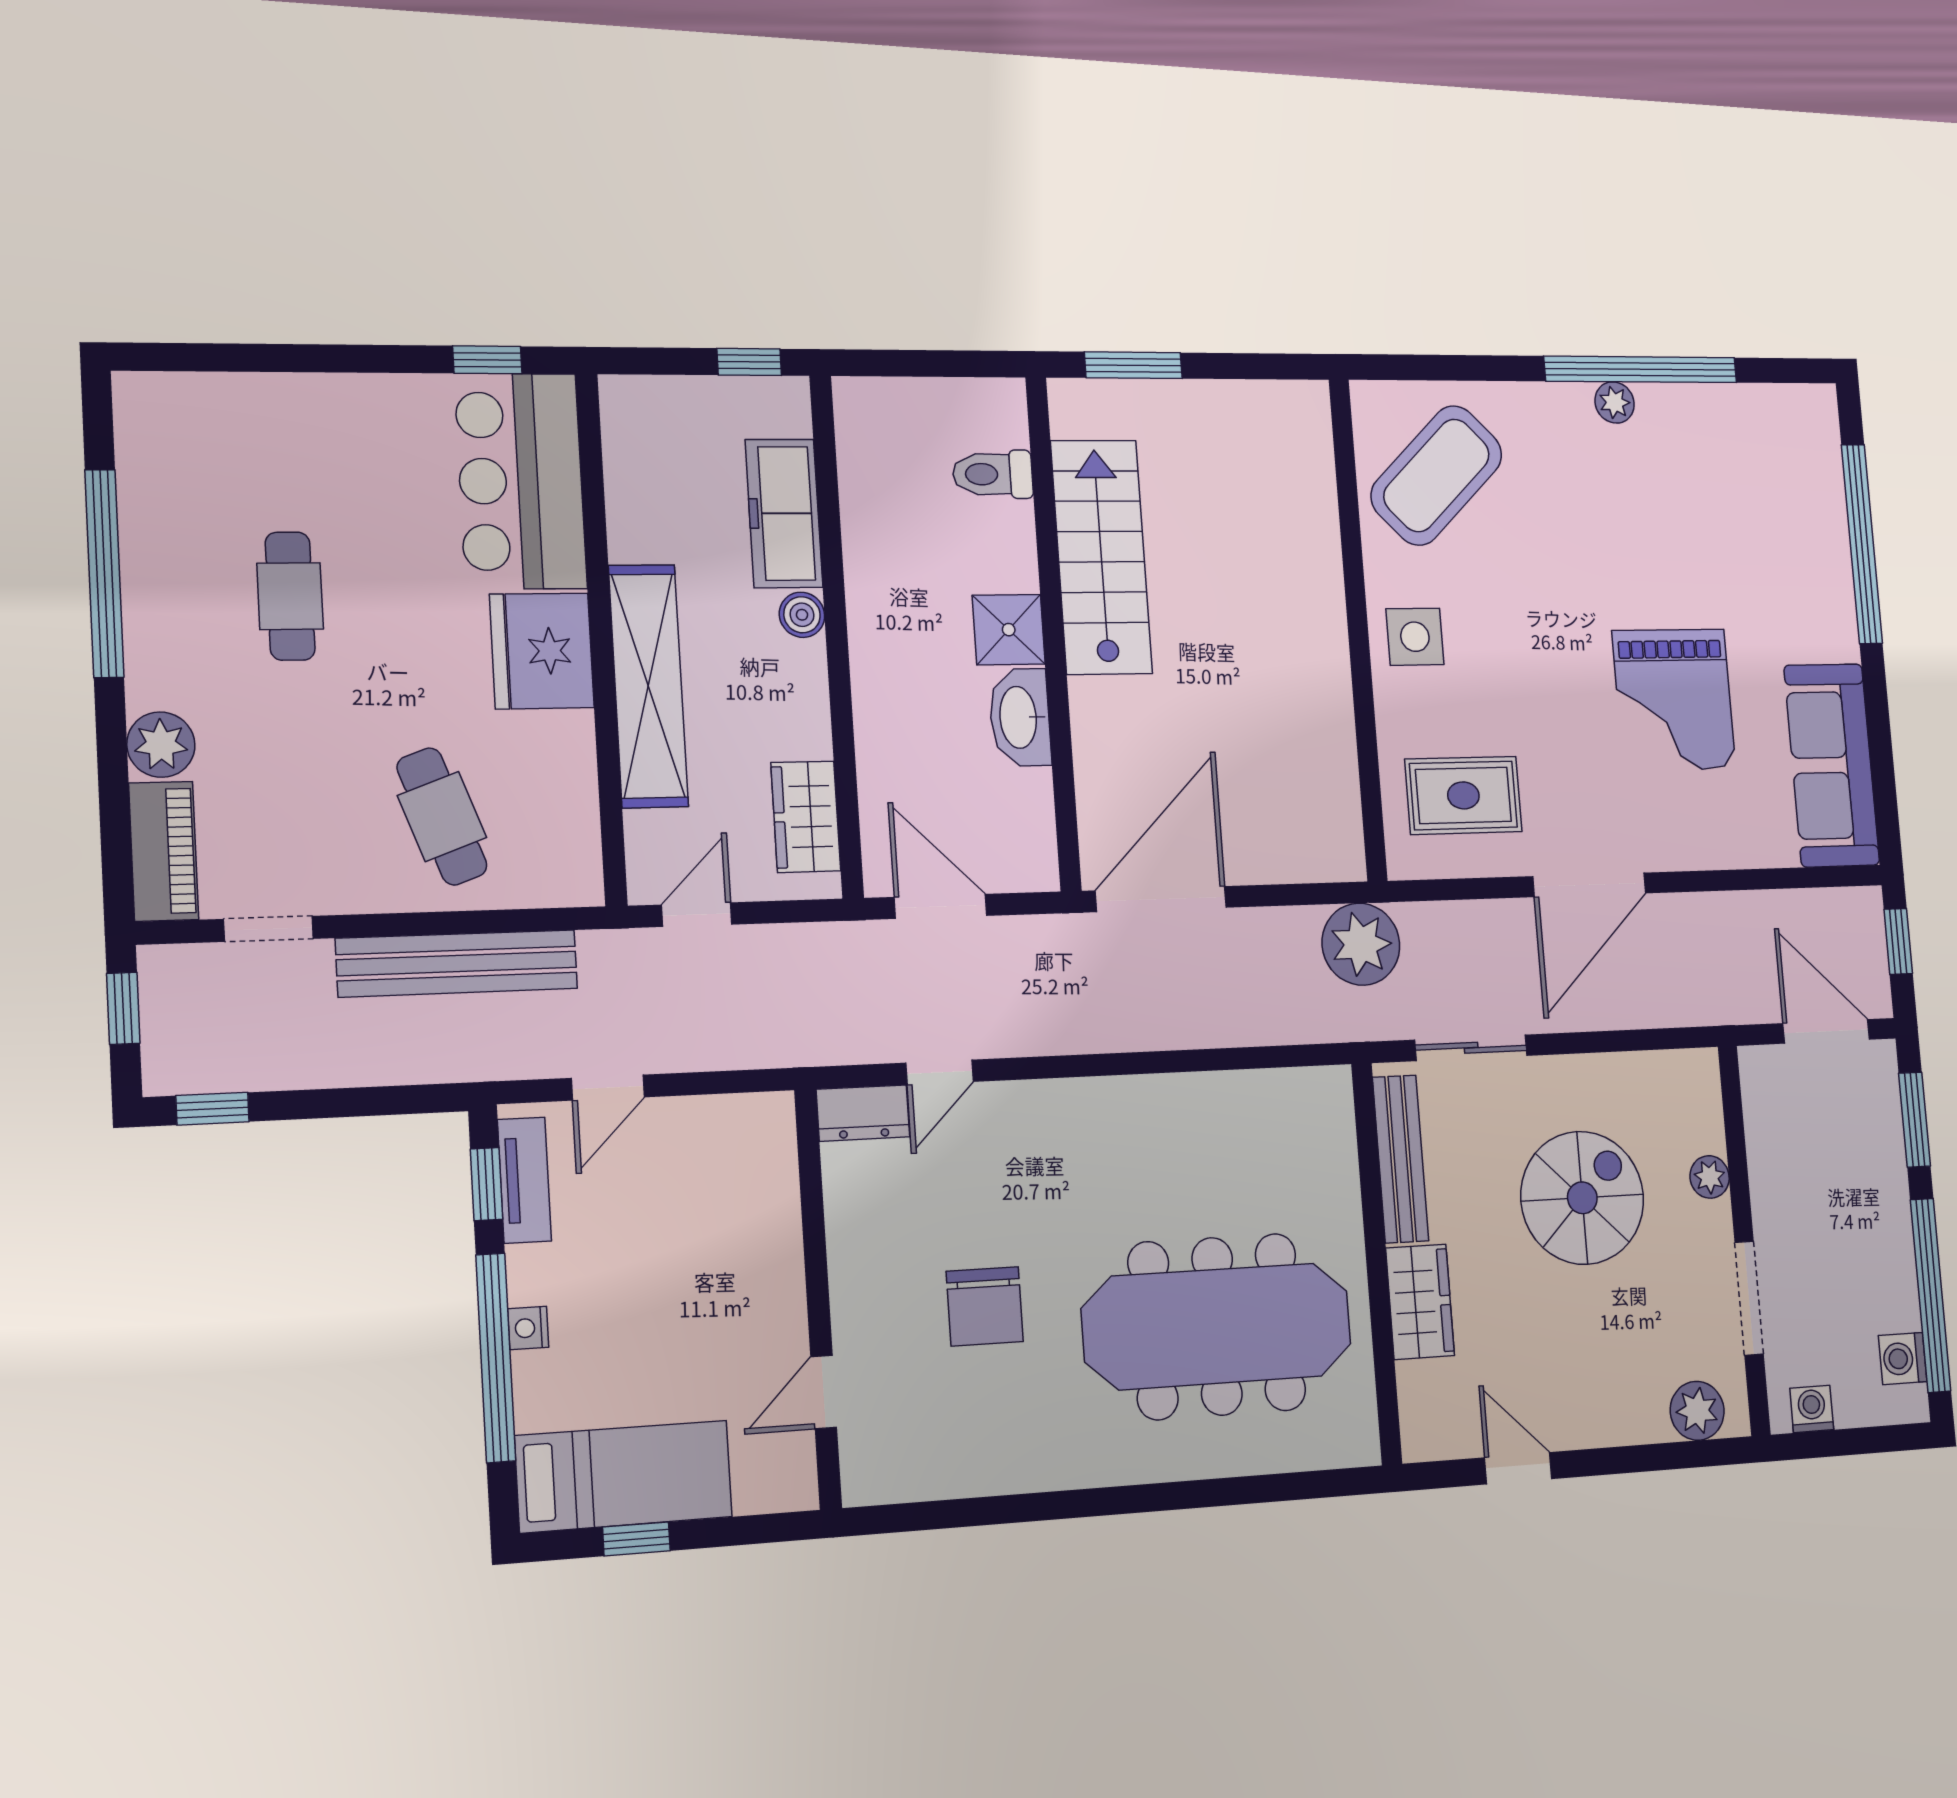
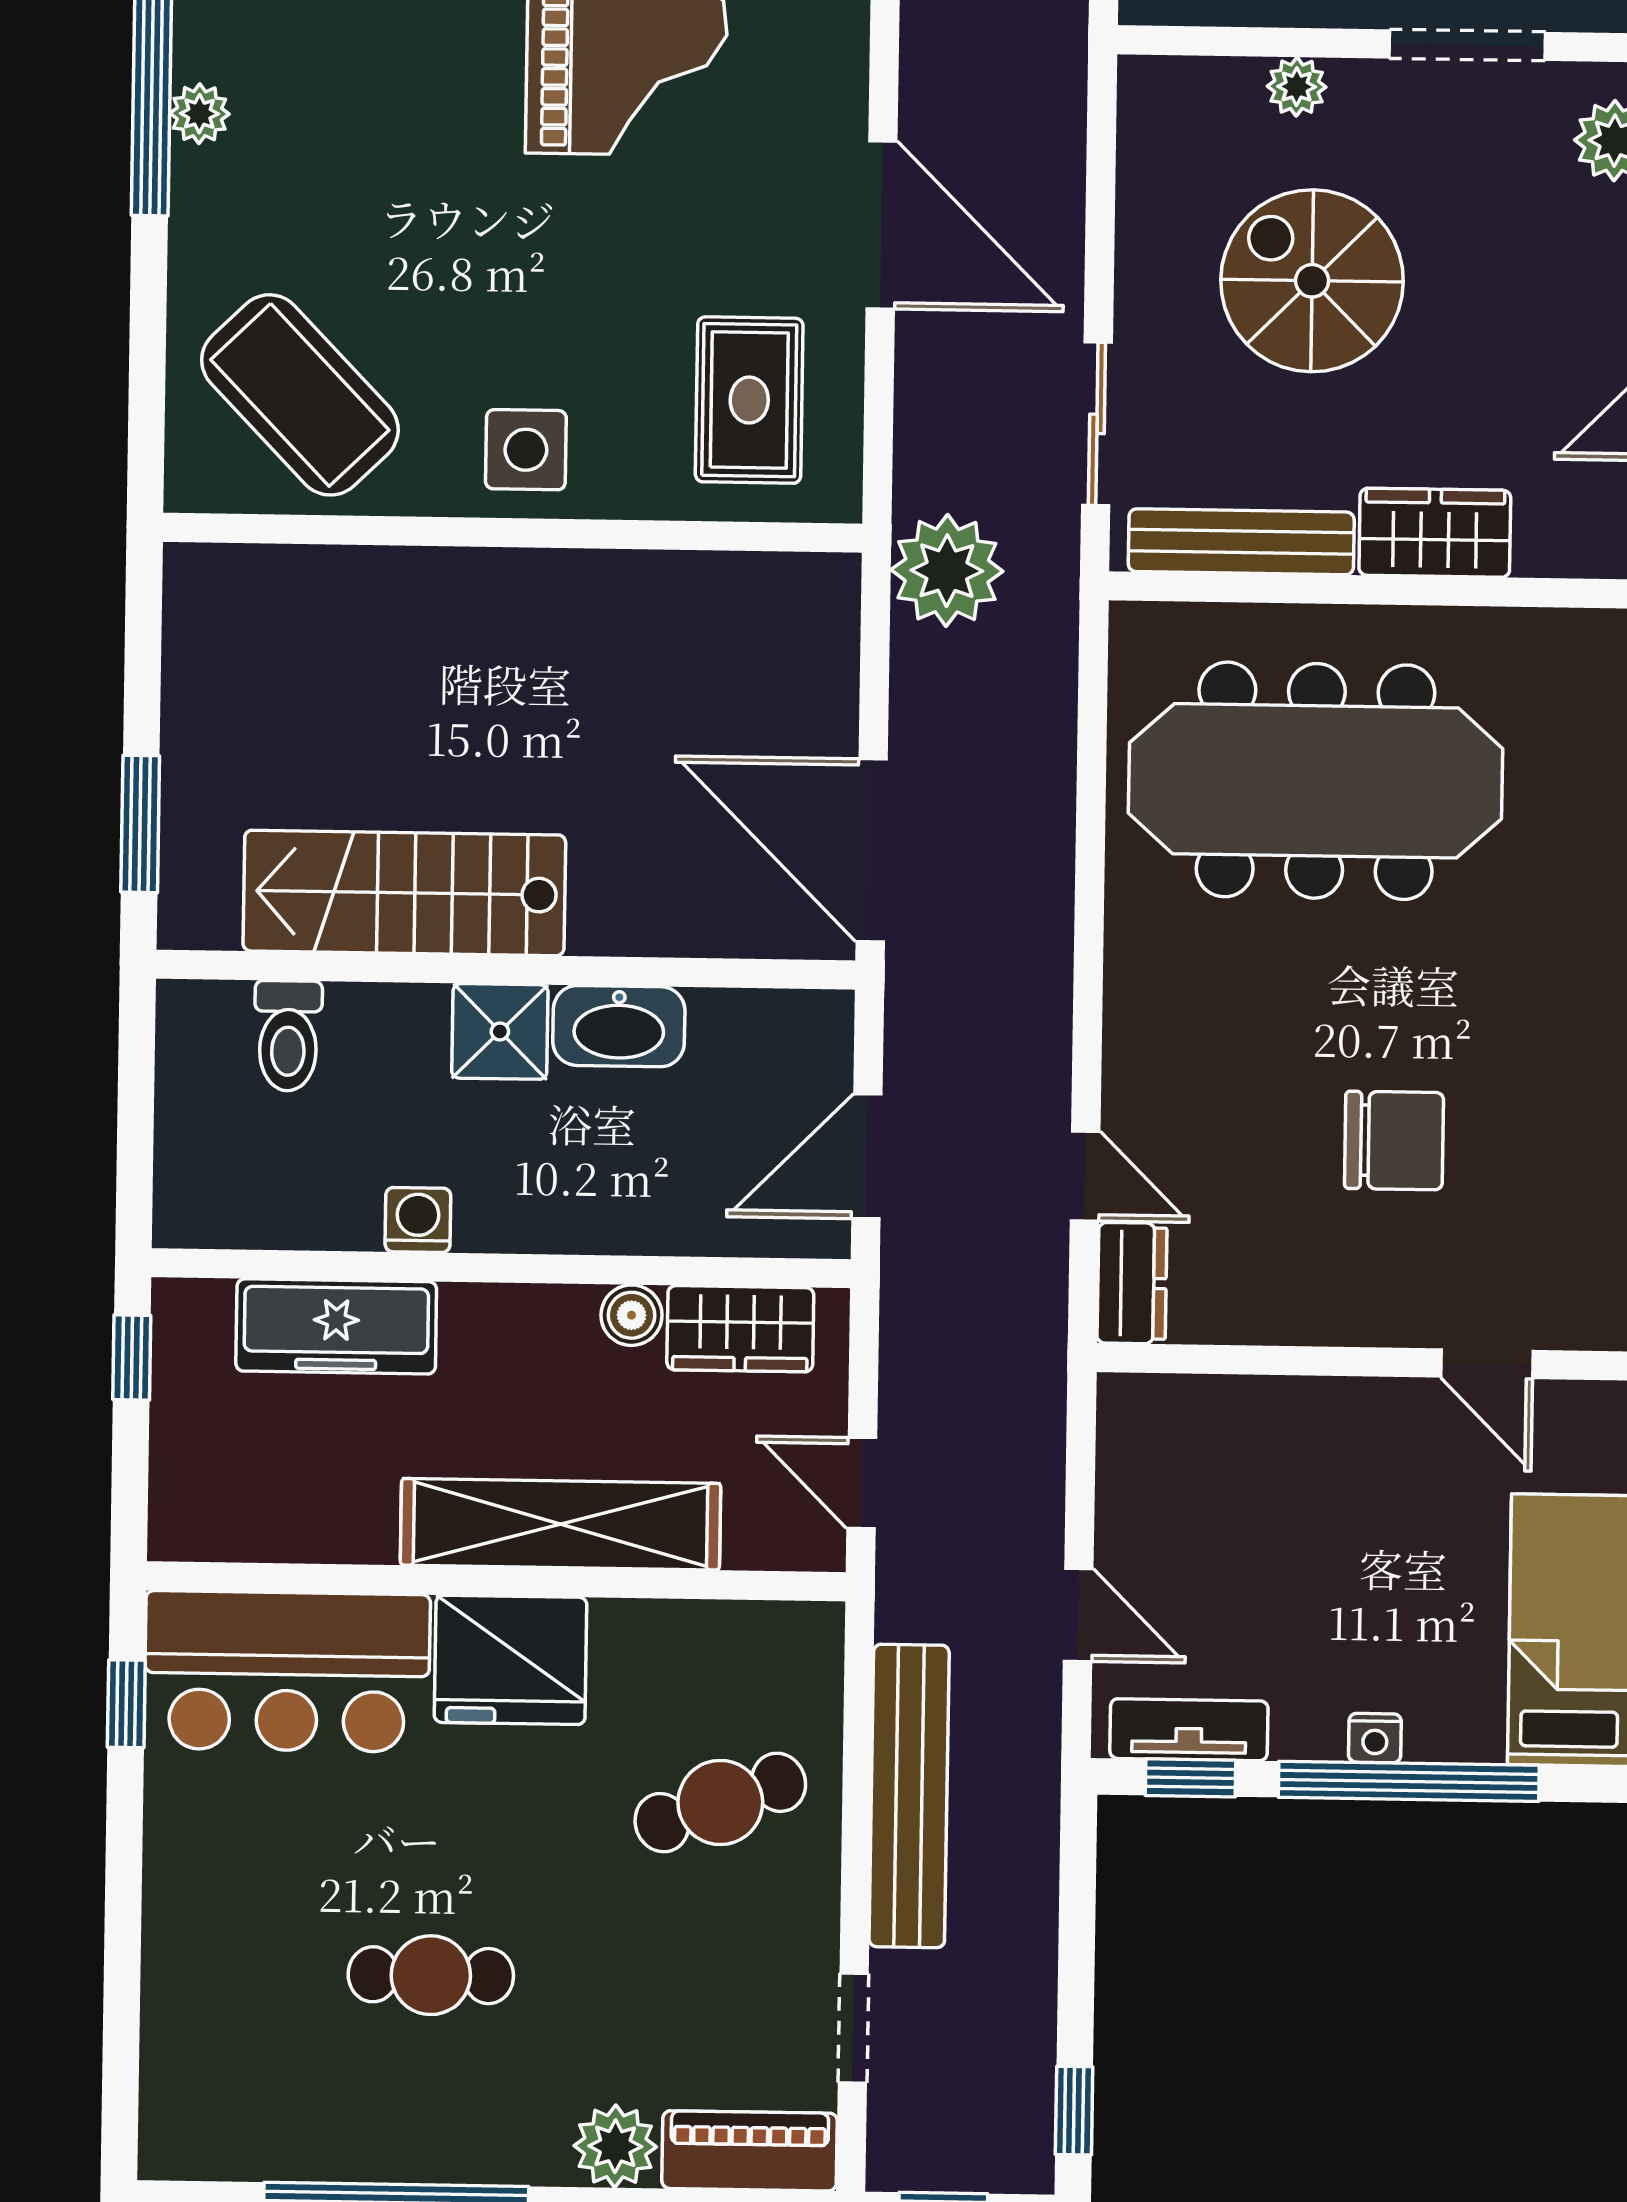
washing machine: (867, 572) -> (418, 1220), added
boiler: (802, 615) -> (632, 1315), moved
meeting table: (1217, 1326) -> (1316, 781), moved, turned 90

